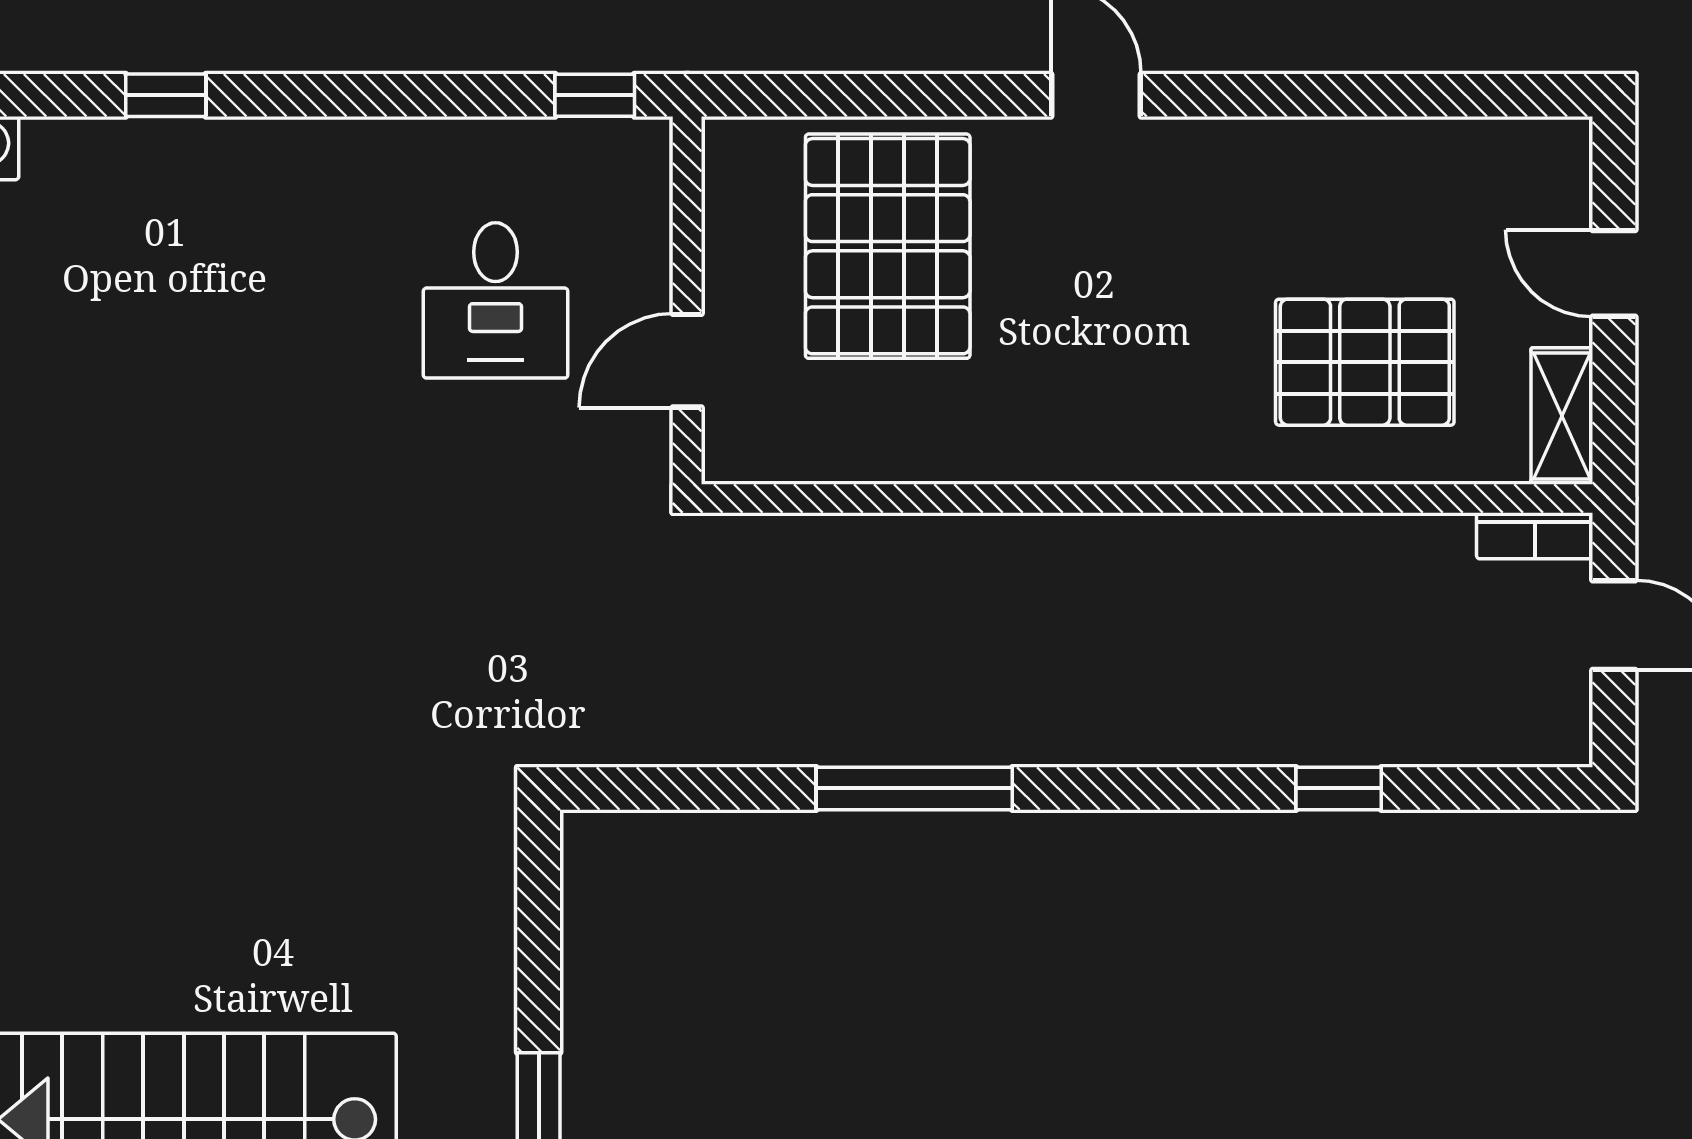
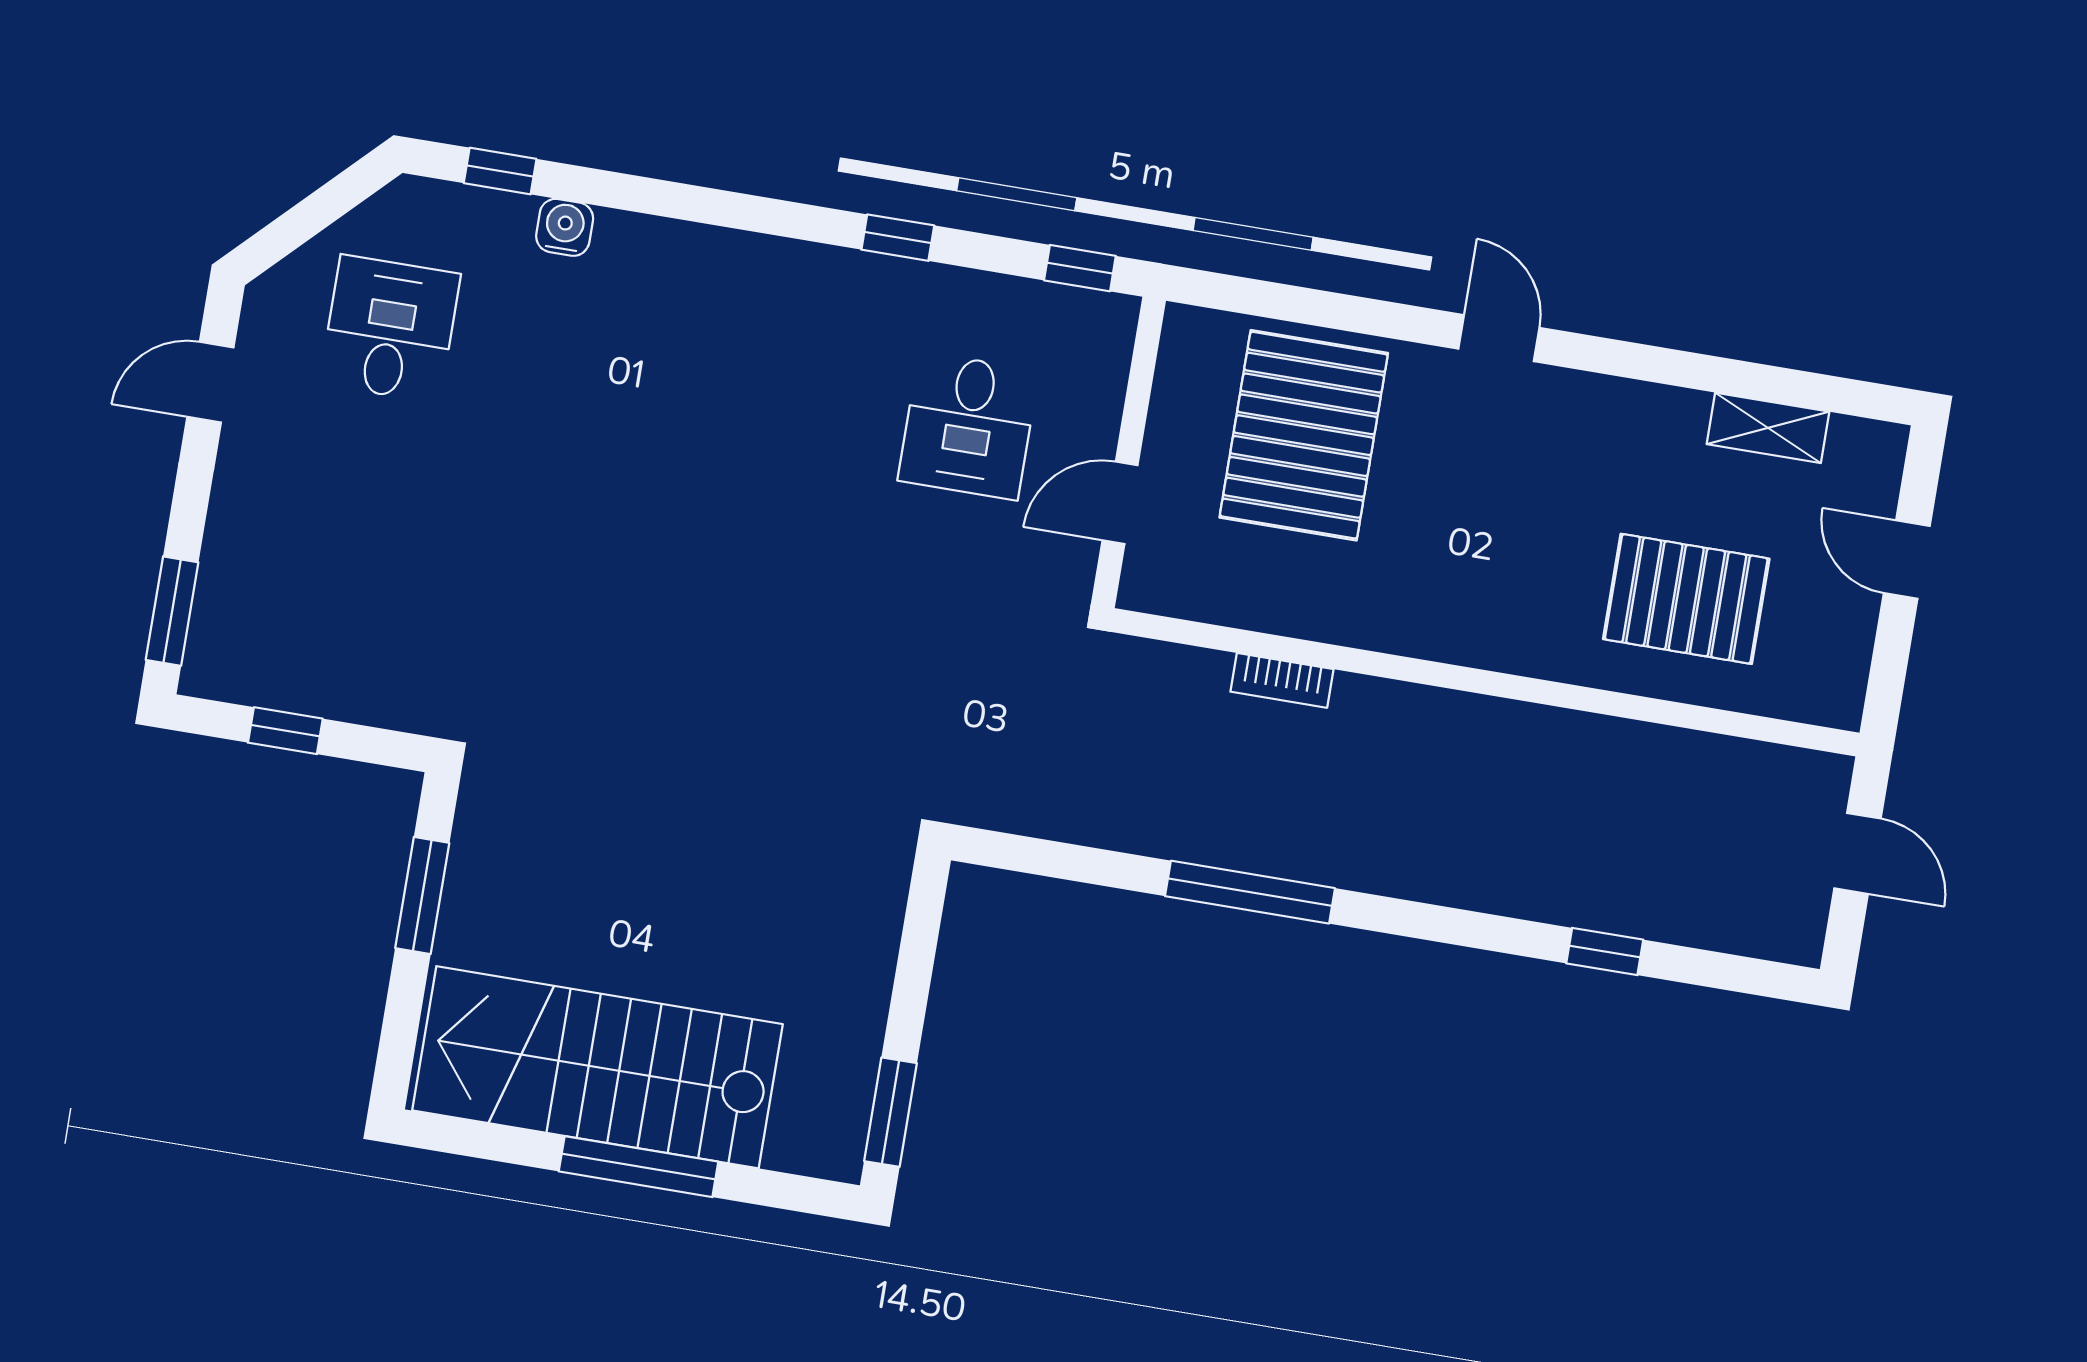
window: (166, 95) -> (898, 238), moved
shelving: (1562, 416) -> (1768, 428), moved, turned 90
bookcase: (1535, 536) -> (1282, 680), moved

